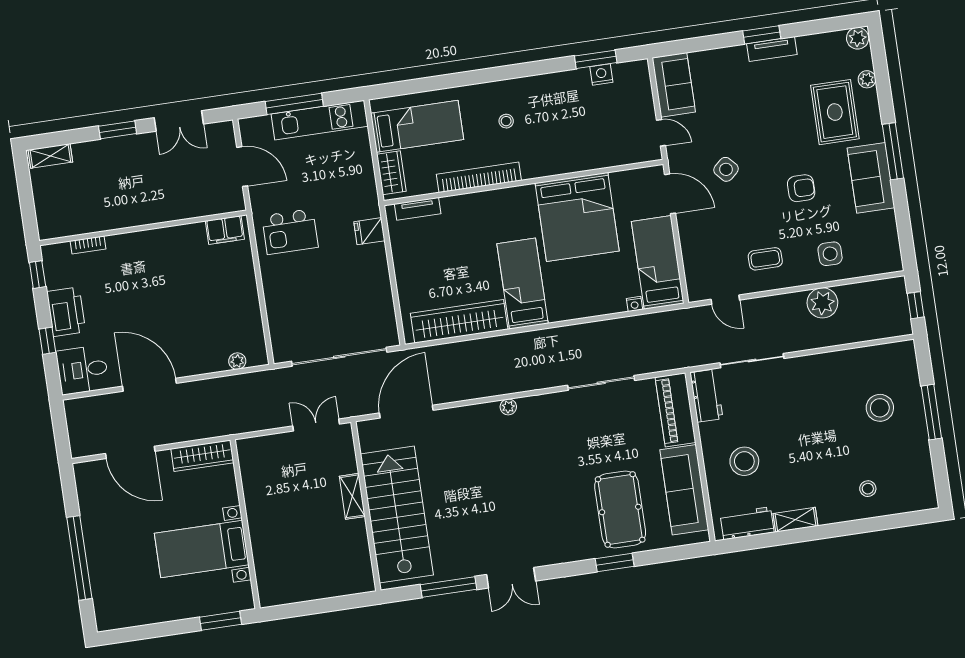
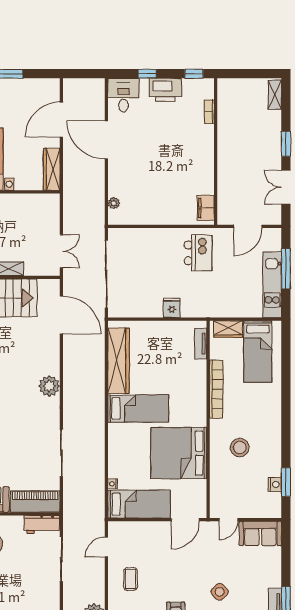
stool: (506, 121) -> (240, 447), moved, width x1.89, depth x1.89
side table: (726, 169) -> (220, 592), moved
fridge: (369, 231) -> (172, 308), moved
kitchen island: (290, 232) -> (198, 253), turned 180
door: (149, 385) -> (106, 140), swing flipped
plant: (508, 407) -> (49, 386), width x1.87, depth x1.87

